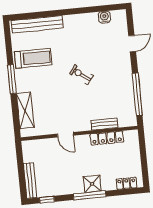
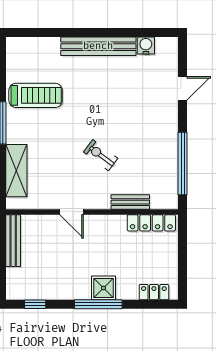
bench: (37, 24) -> (98, 46), moved
exercise bike: (81, 75) -> (101, 155), moved
locker: (107, 138) -> (151, 223), moved
bench: (30, 181) -> (13, 241), moved

